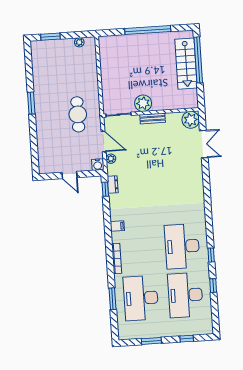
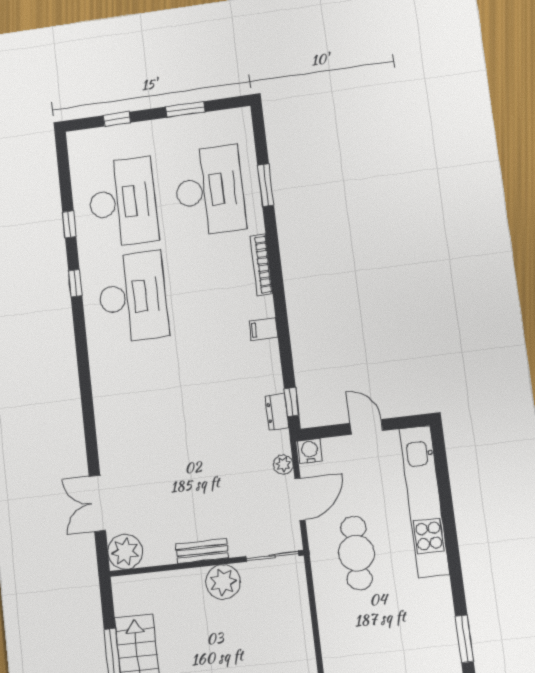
window: (31, 103) -> (464, 639), moved
kitchen unit: (44, 138) -> (424, 501), added
door: (104, 141) -> (300, 499), swing flipped

